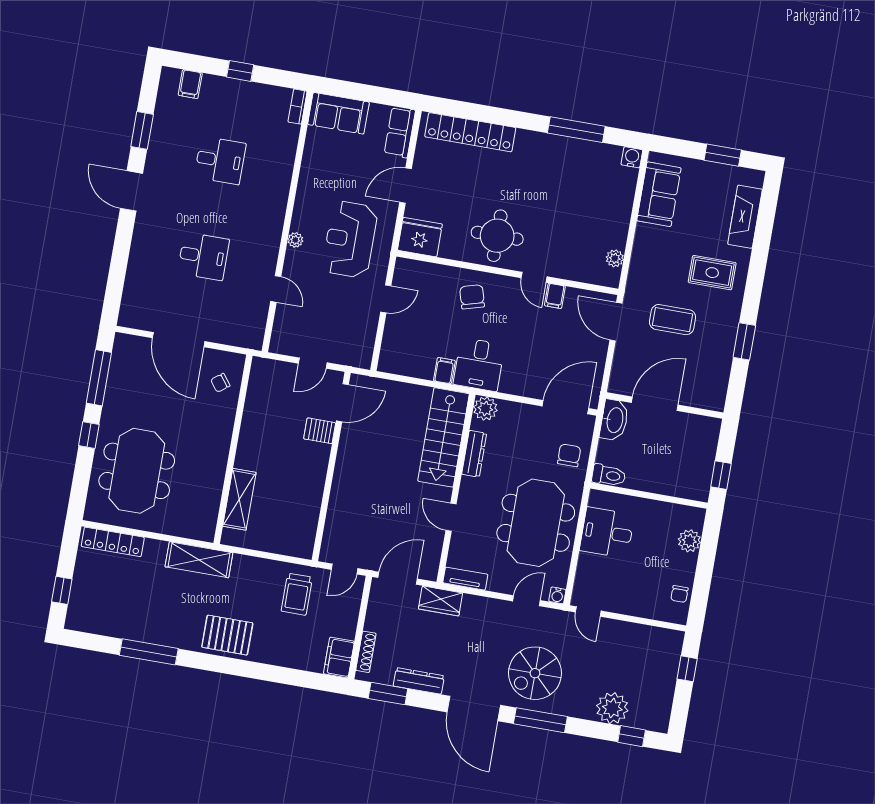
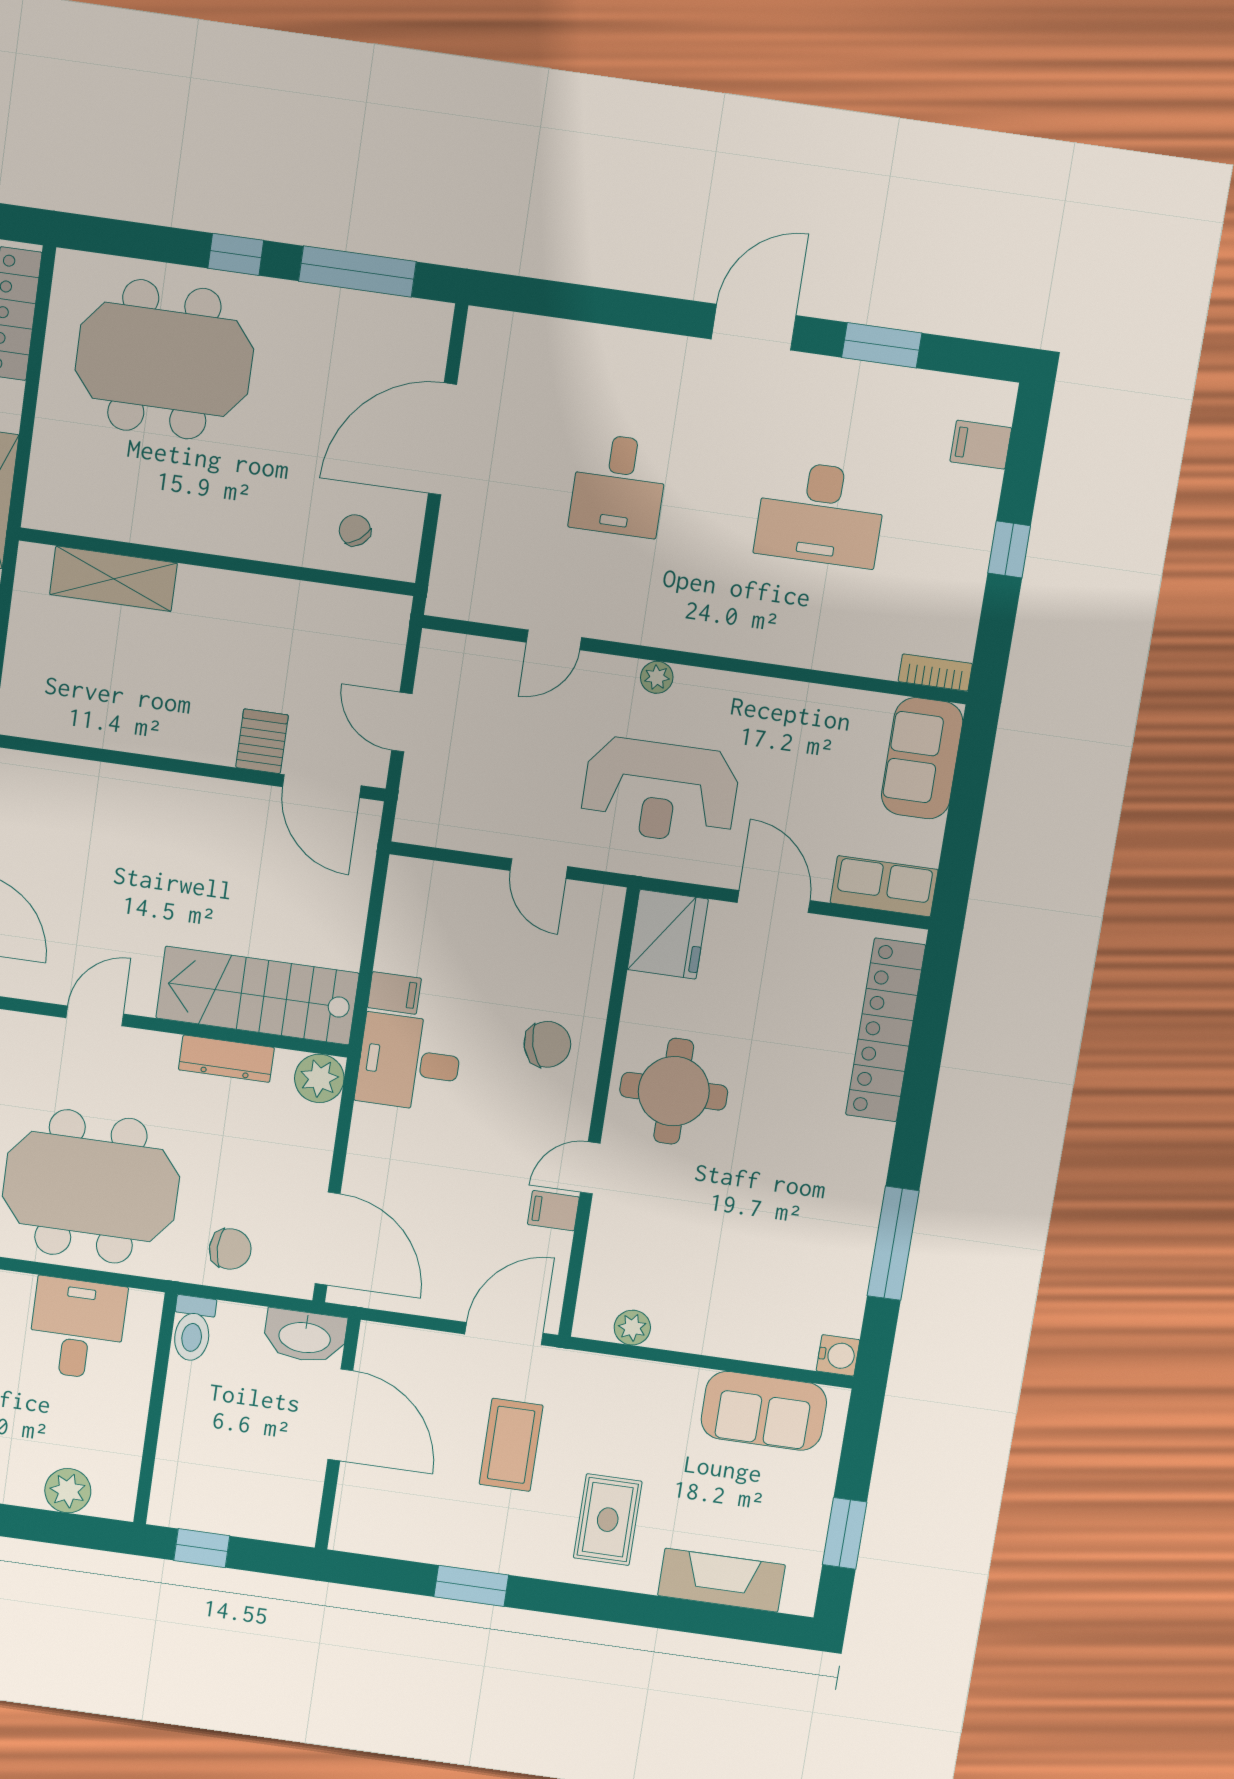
desk: (220, 160) -> (821, 514), width x1.37
reception desk: (350, 239) -> (660, 791), turned 180

